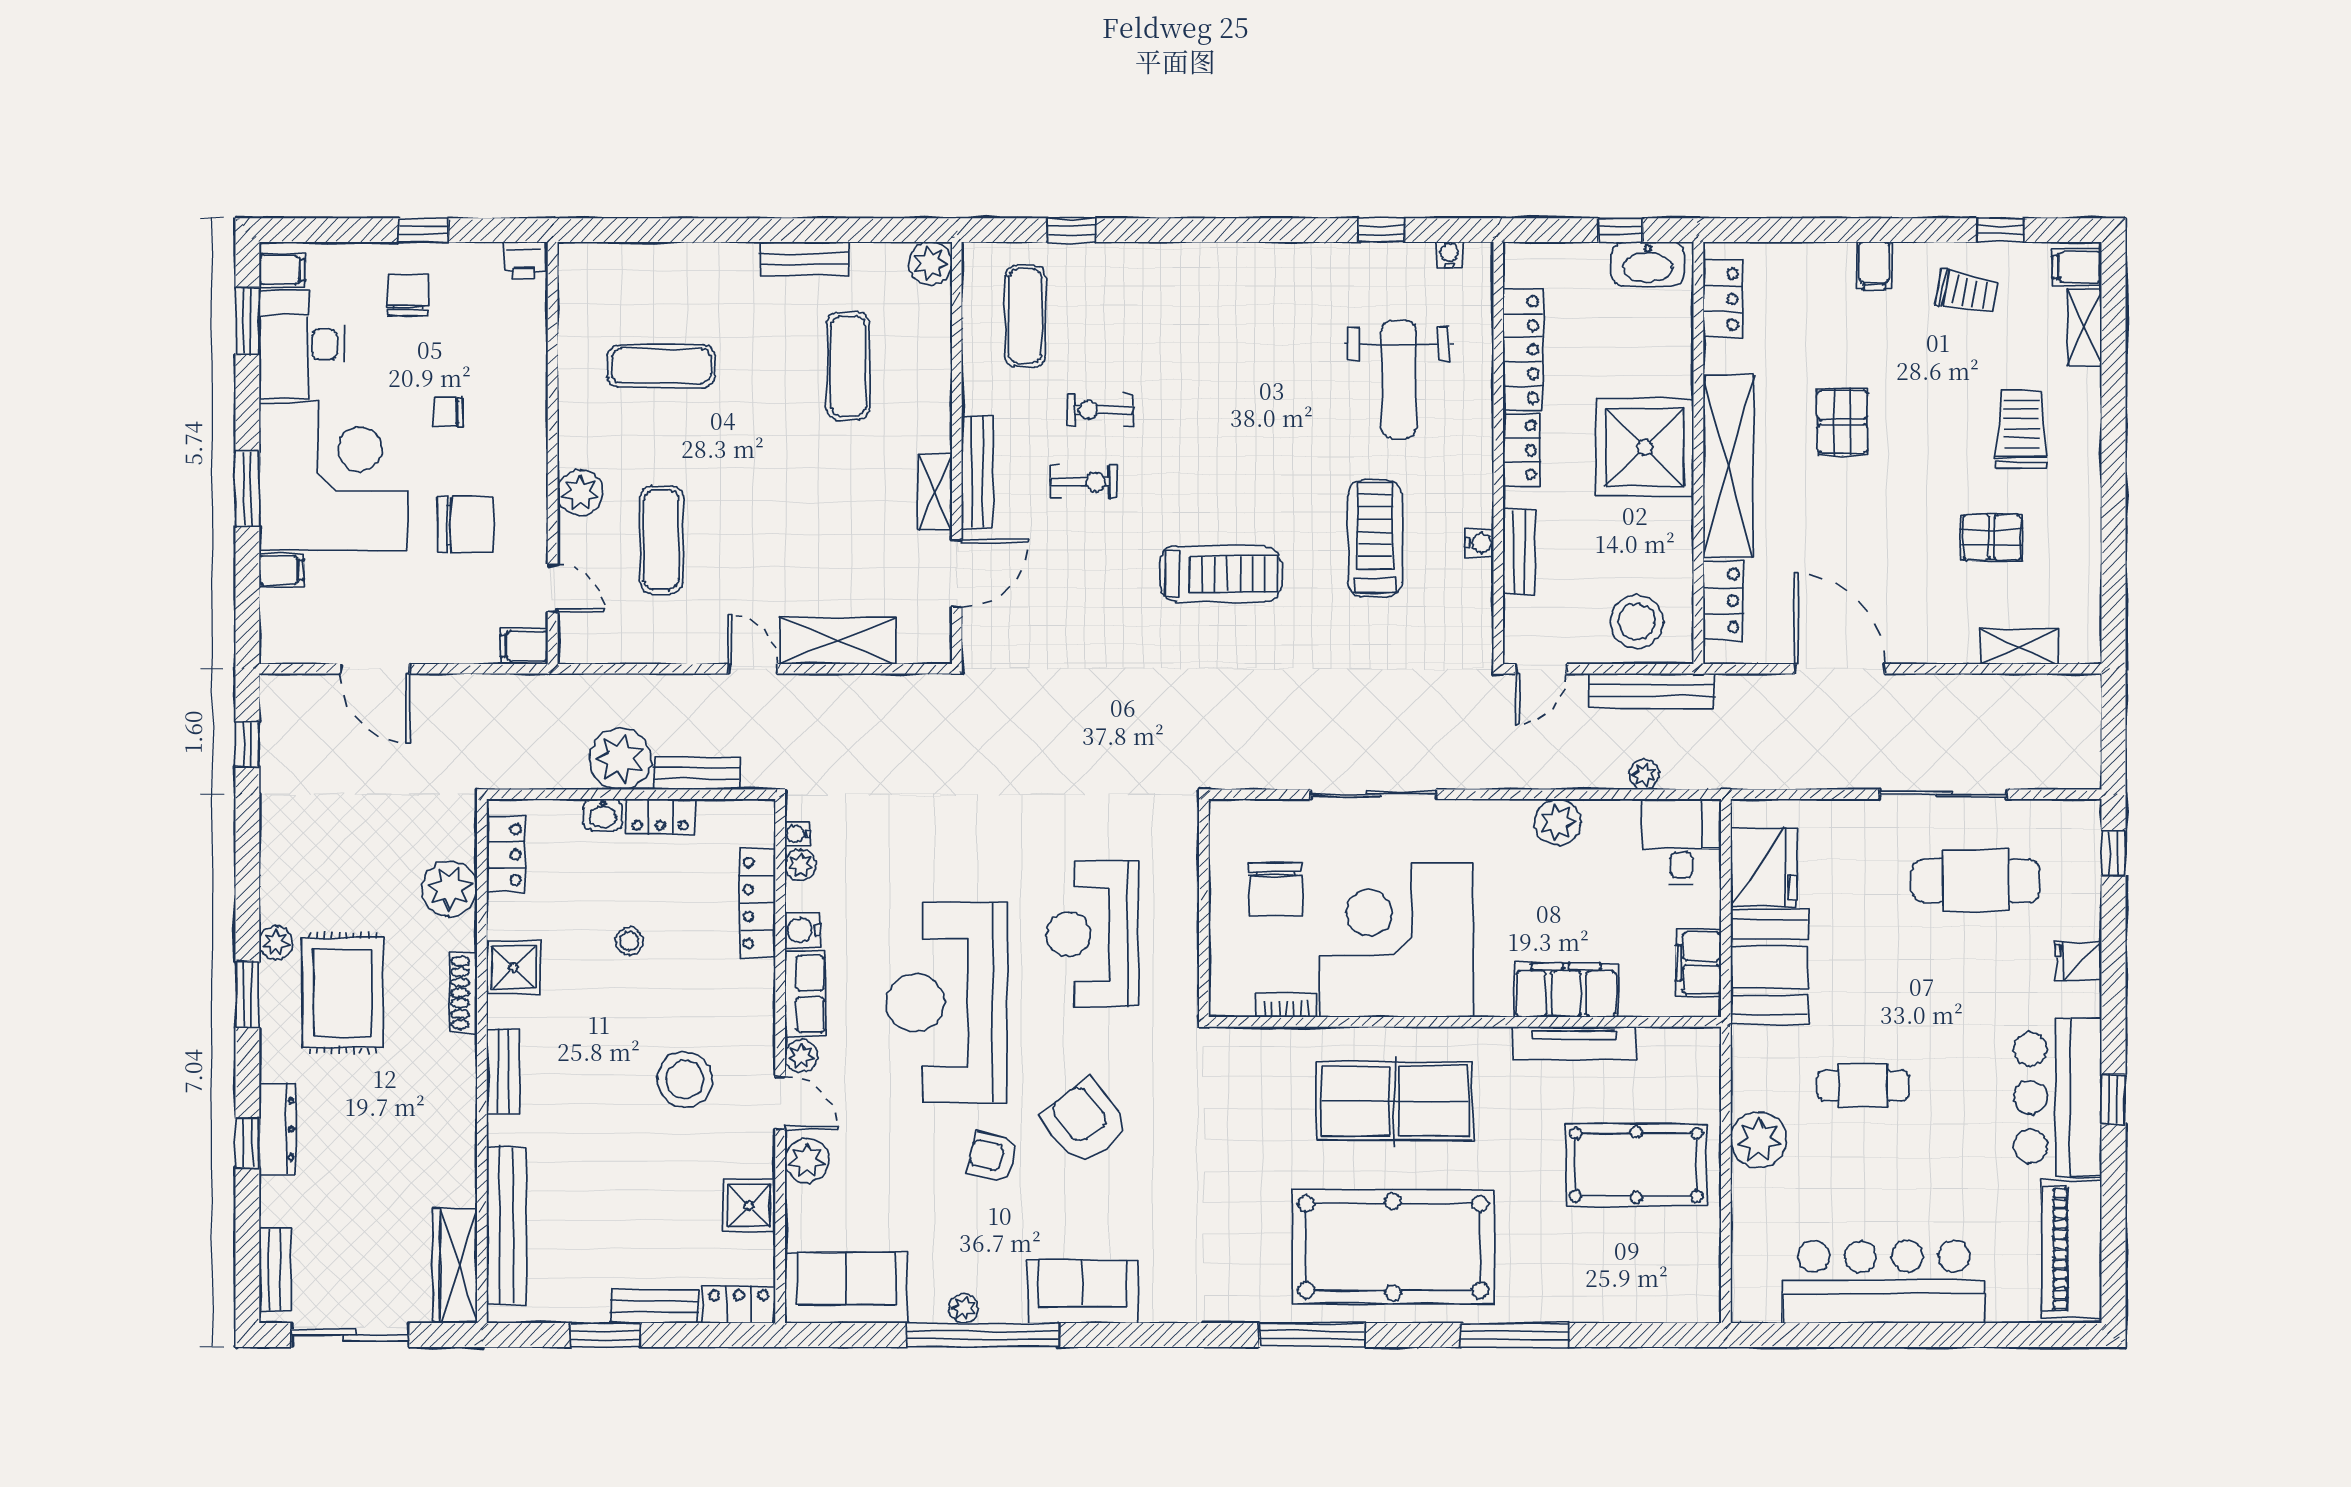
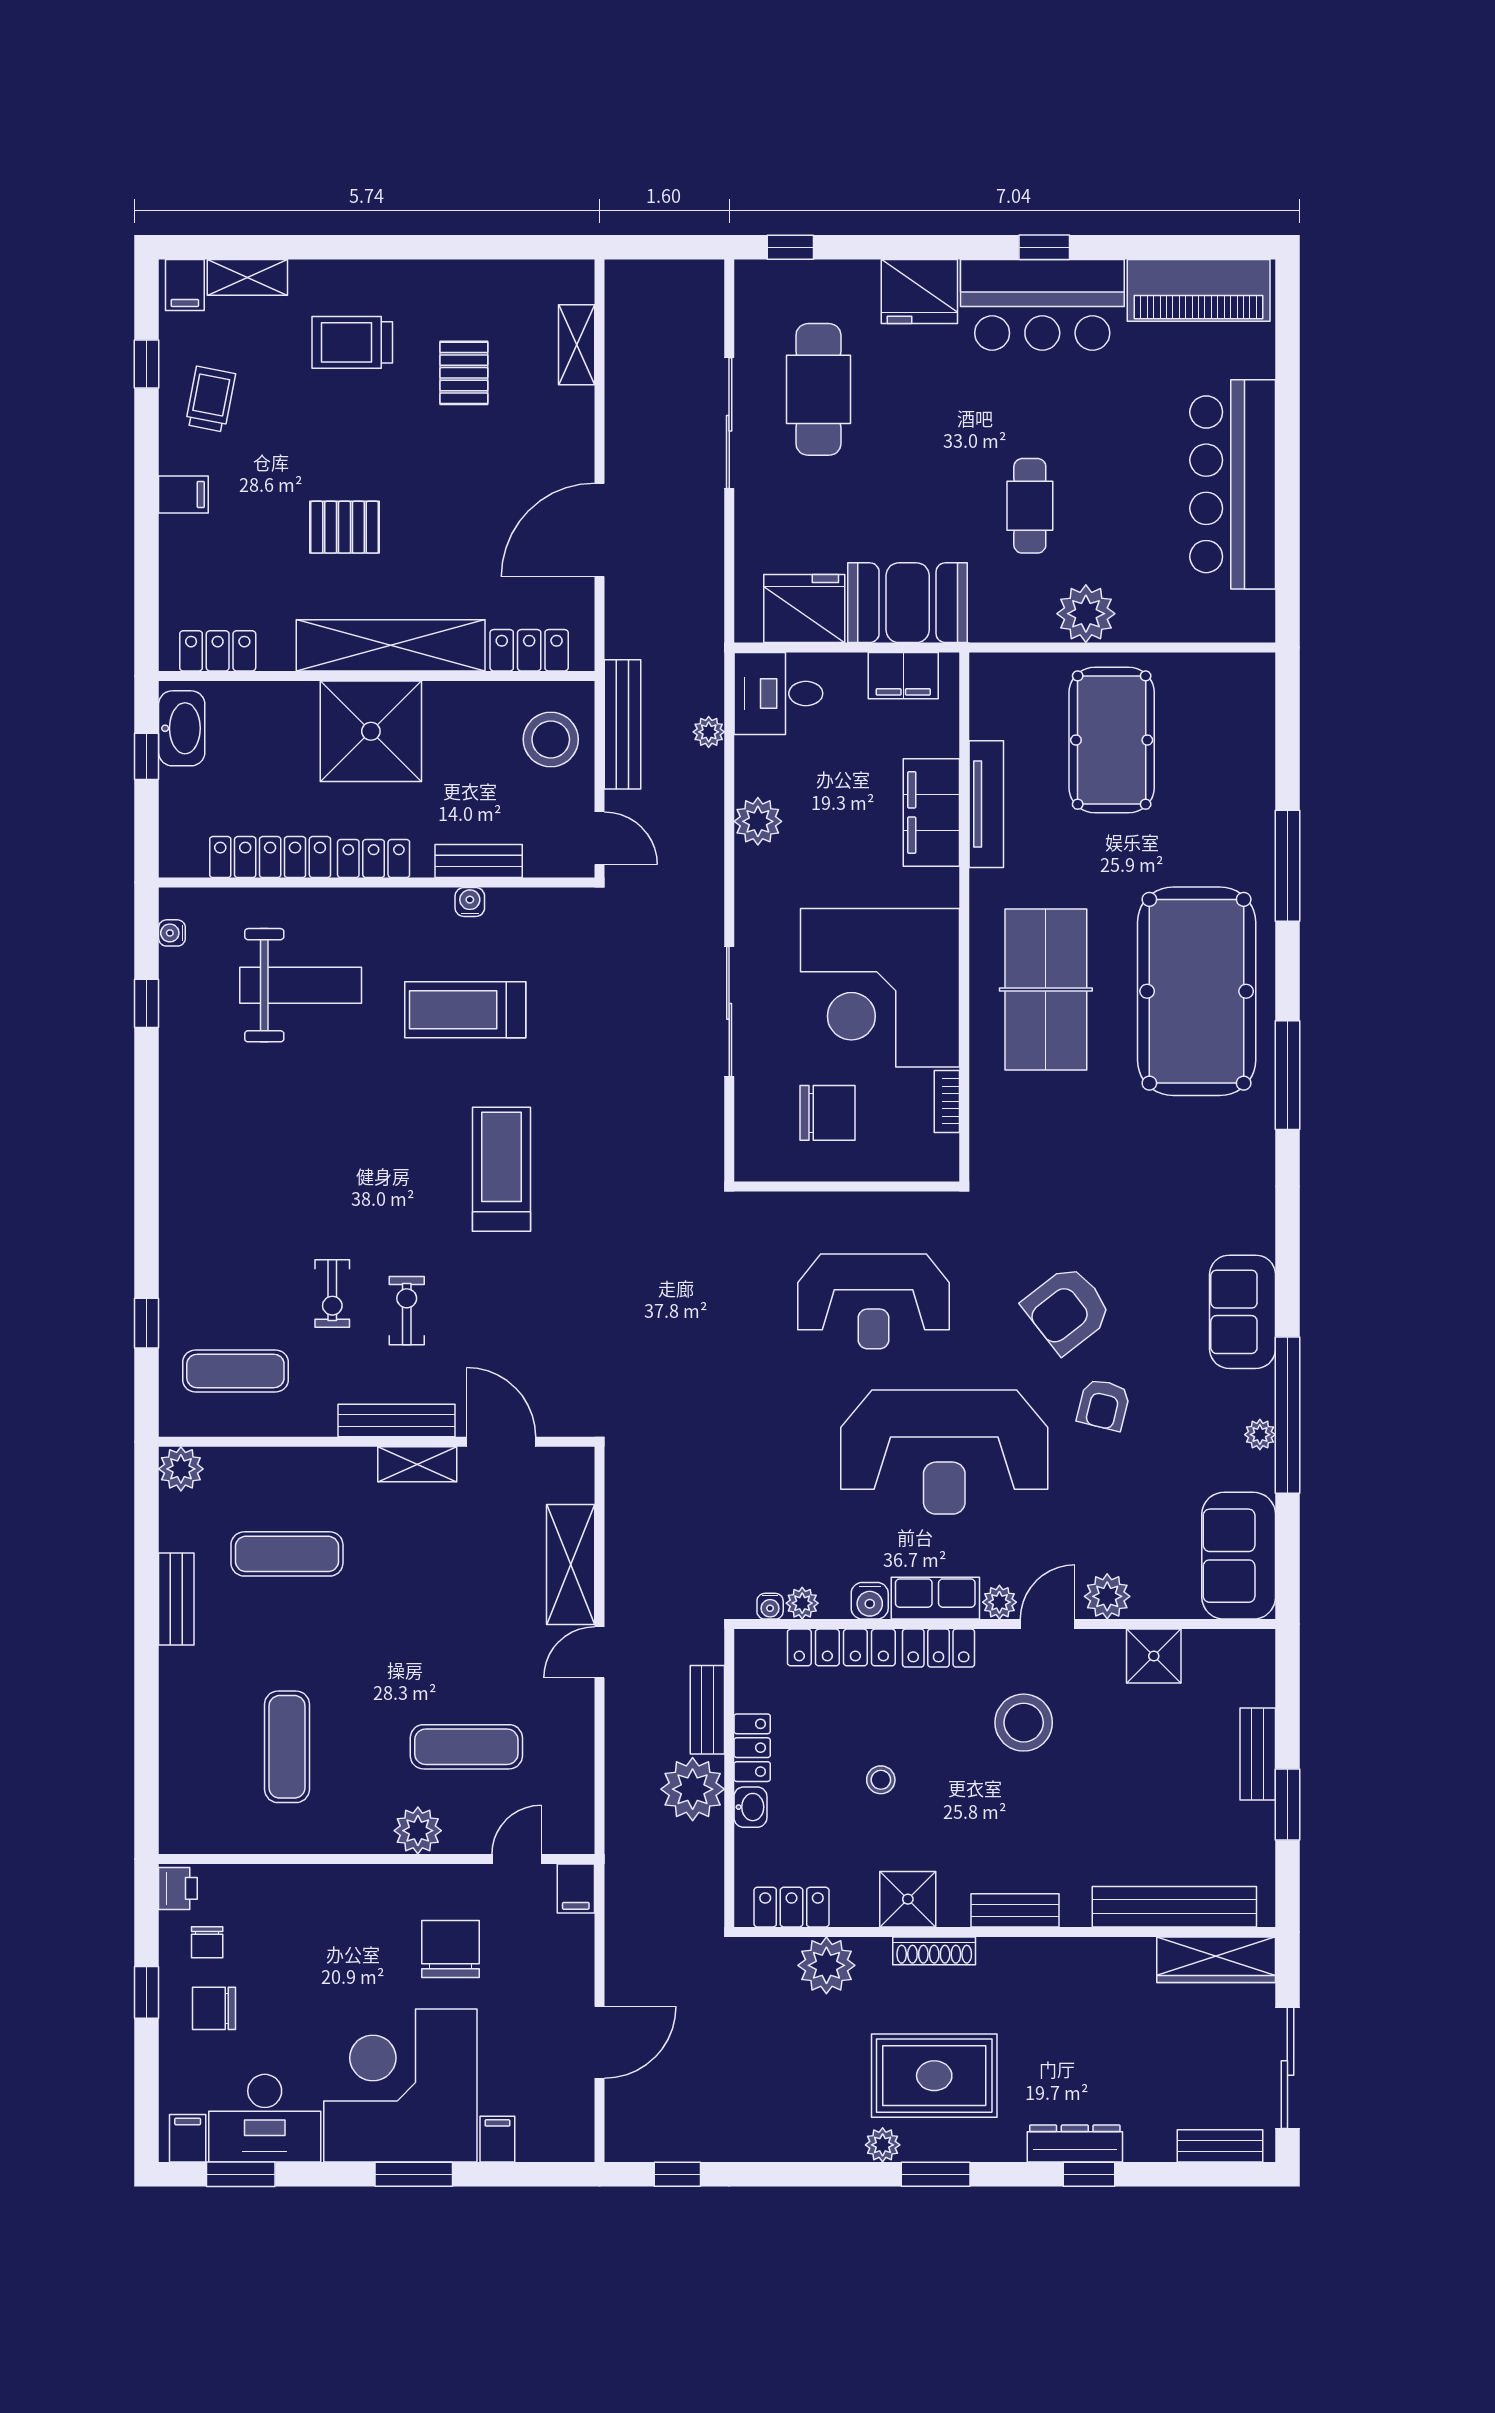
chair: (448, 412) -> (207, 1942), moved
fridge: (2078, 961) -> (919, 292), width x1.88, depth x1.34
locker: (739, 1305) -> (938, 1648), moved, turned -90

